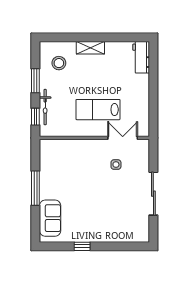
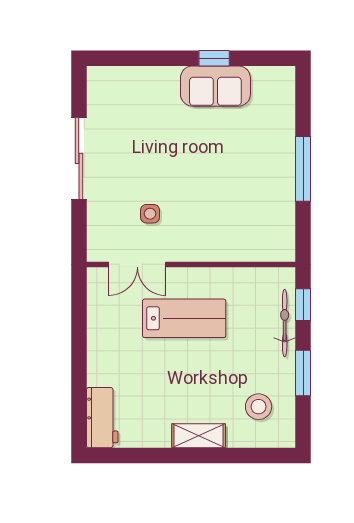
sofa: (50, 218) -> (215, 86), moved, turned -90

